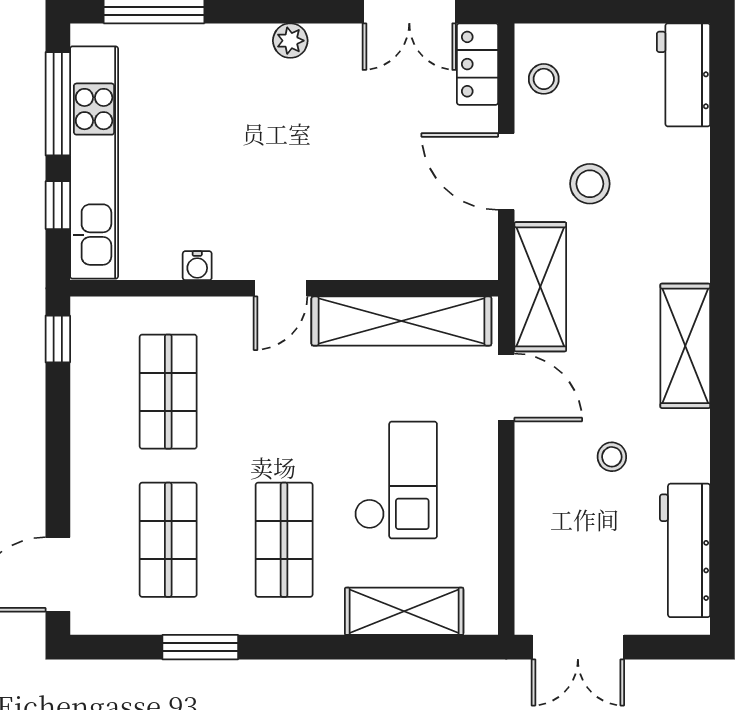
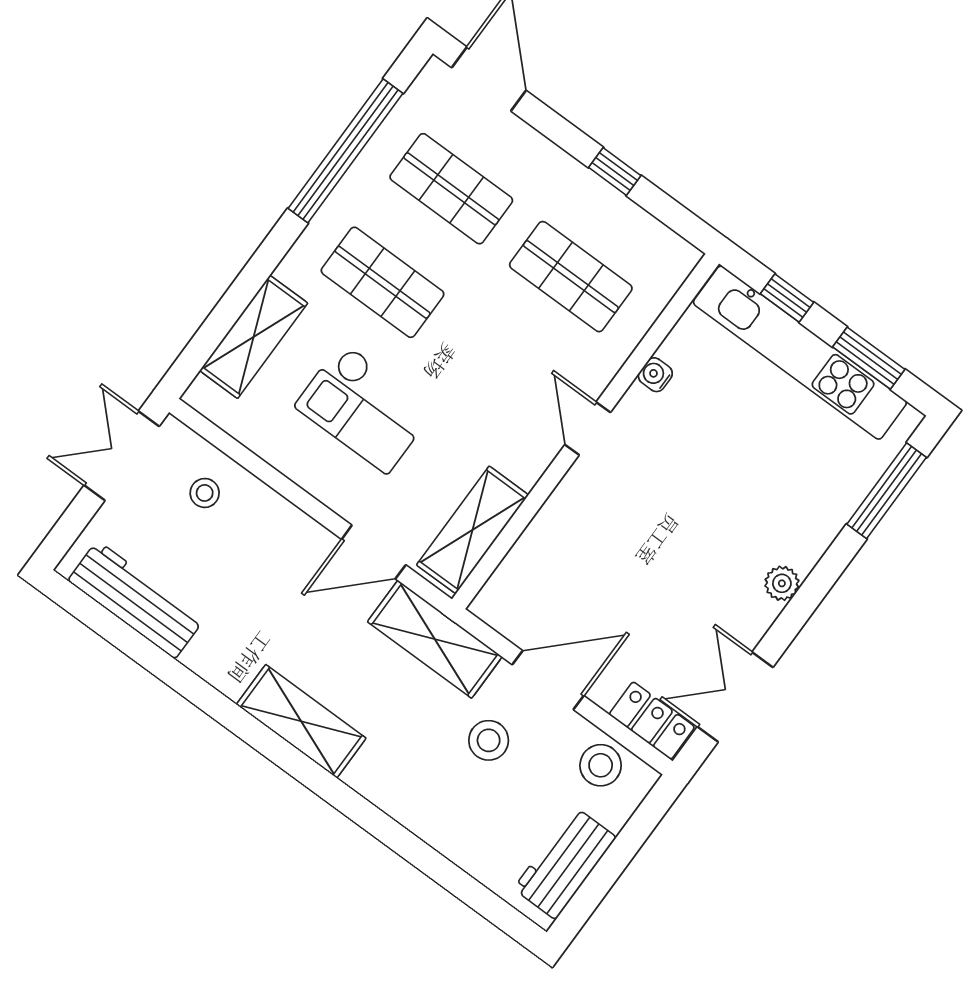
workbench: (684, 75) -> (565, 863), moved, turned -90
stool: (544, 79) -> (601, 765), width x1.37, depth x1.37
window: (58, 104) -> (869, 358), width x0.69
shelving: (401, 321) -> (473, 530), width x0.68
window: (58, 339) -> (615, 171), moved
stool: (612, 457) -> (205, 493), moved
window: (200, 647) -> (346, 151), width x2.11

